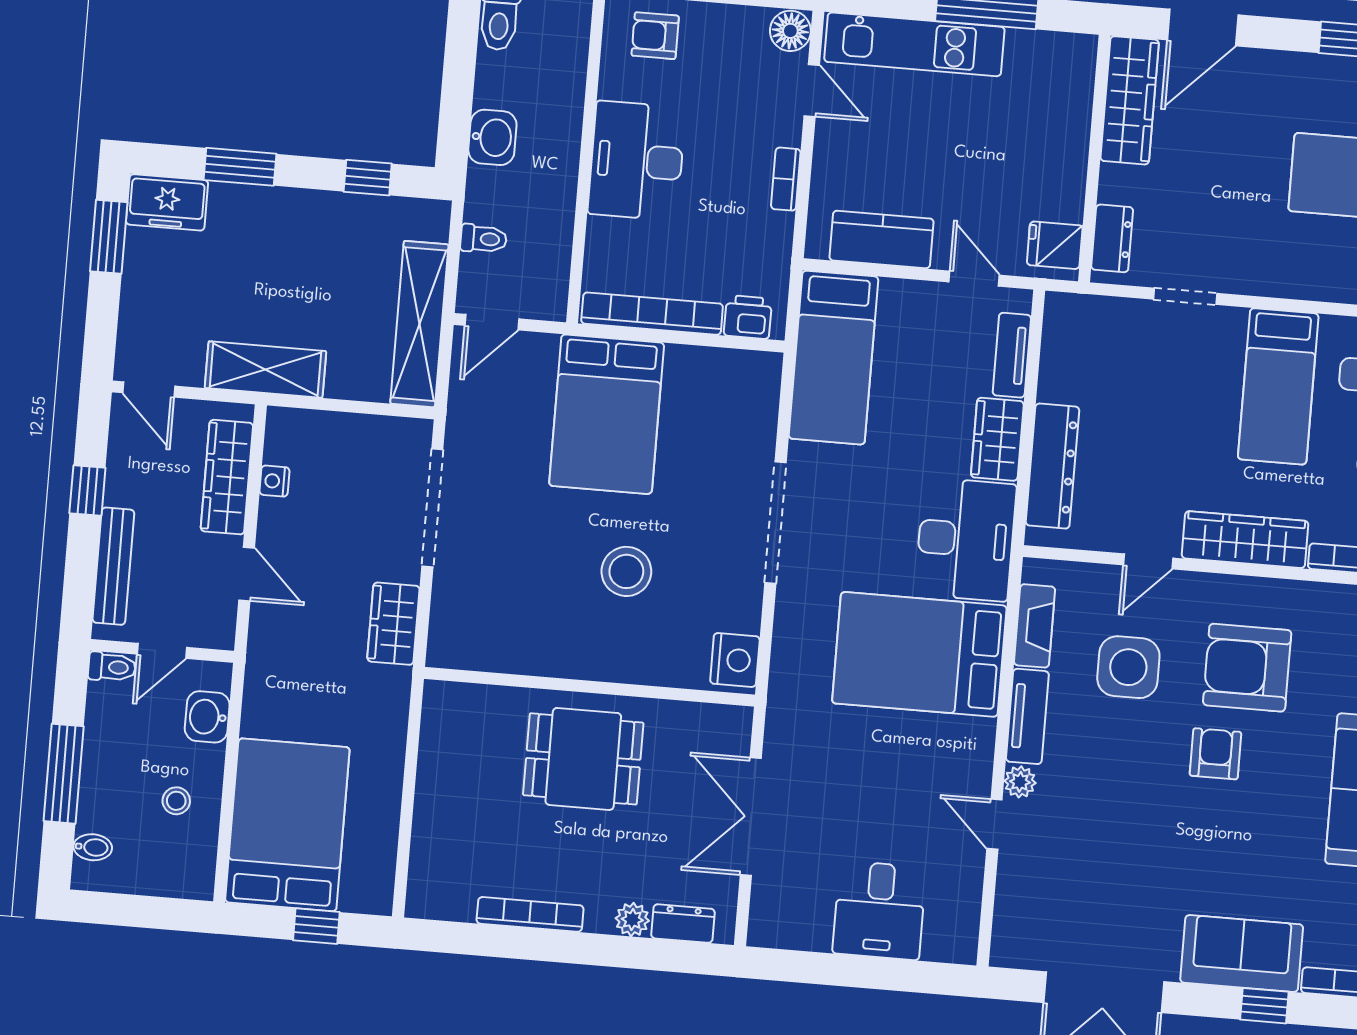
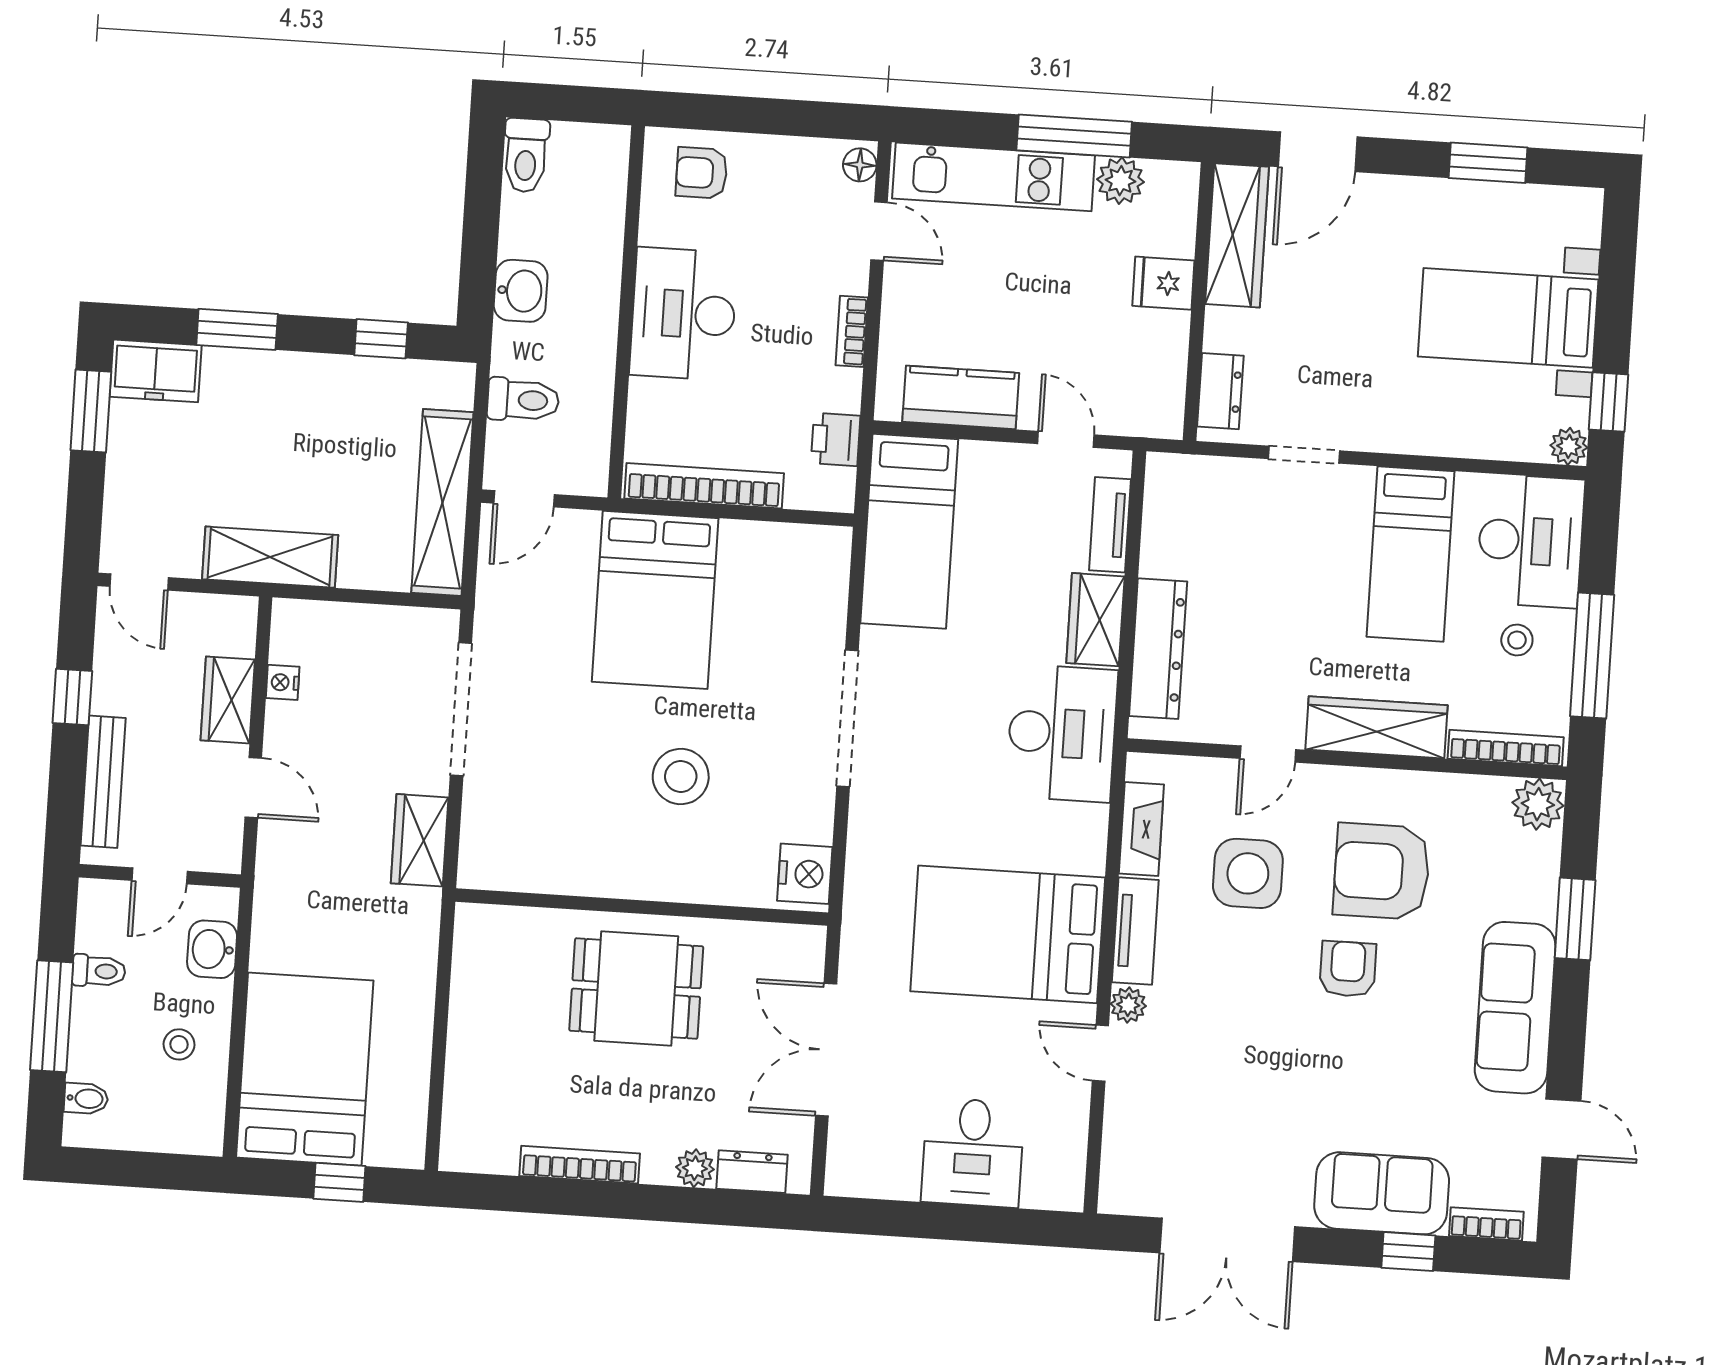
floor lamp: (790, 31) -> (860, 165), width x0.73, depth x0.73
plant: (1027, 50) -> (1121, 181), added
toilet: (484, 239) -> (523, 400), width x1.37, depth x1.39
fridge: (1055, 245) -> (1163, 283), moved
printer: (748, 317) -> (836, 439), moved, turned -90
wardrobe: (227, 477) -> (228, 700), width x0.67
bed: (919, 654) -> (1008, 934), moved
toilet: (112, 667) -> (99, 971), moved

